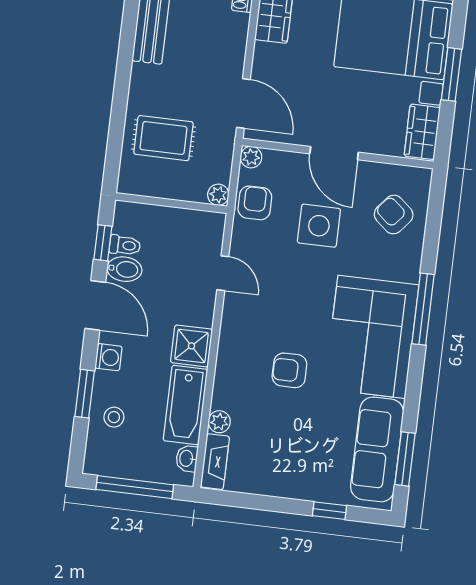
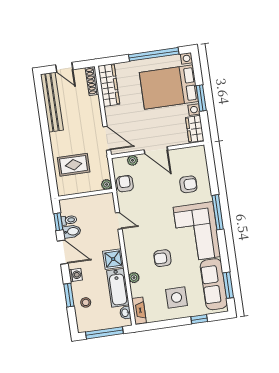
plant: (251, 157) -> (133, 160), moved
armchair: (394, 214) -> (188, 184), moved, turned 140
side table: (319, 226) -> (177, 297), moved
plant: (219, 422) -> (134, 278), moved

